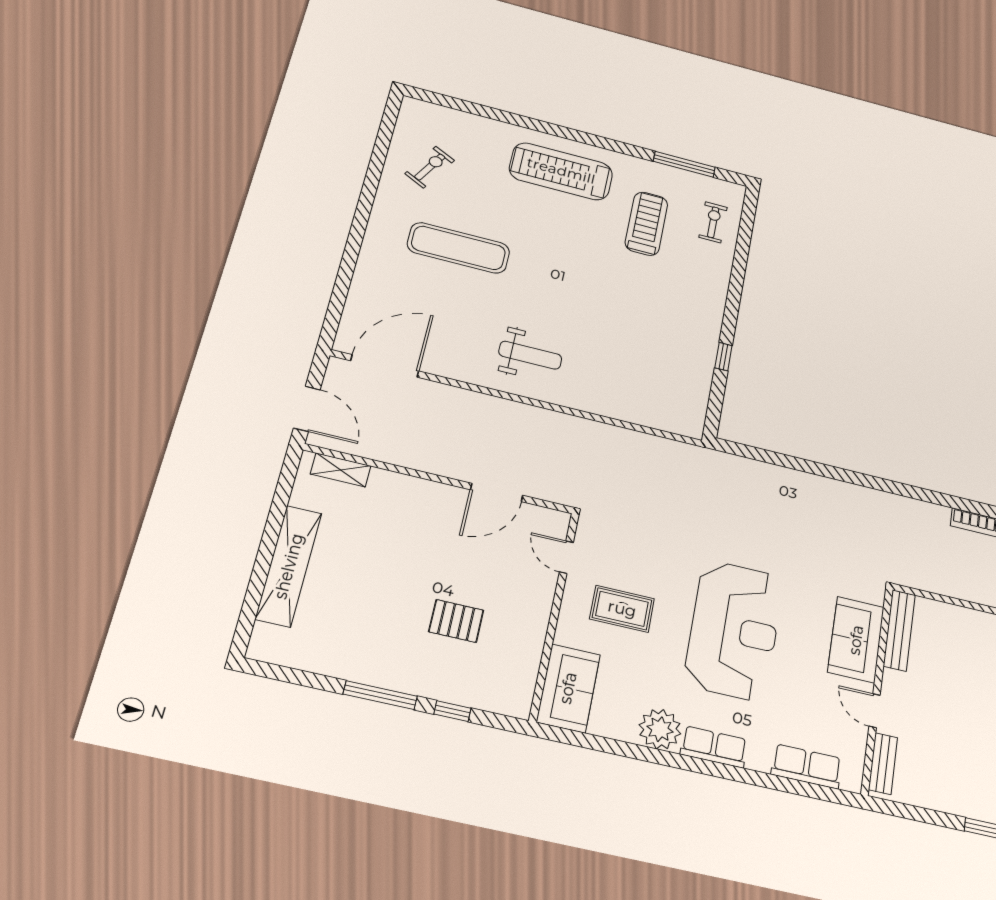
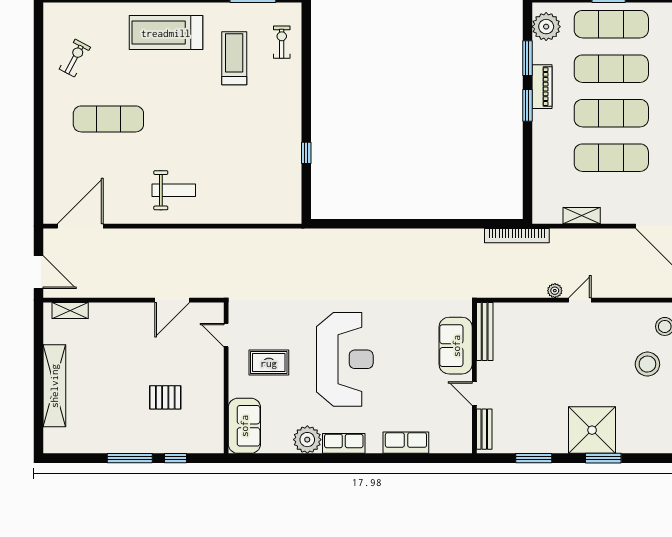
bench: (899, 630) -> (485, 331), moved
sofa: (856, 640) -> (456, 346), moved
wall: (877, 689) -> (474, 378), moved
door: (875, 711) -> (474, 393), moved
bench: (883, 764) -> (484, 429), moved

